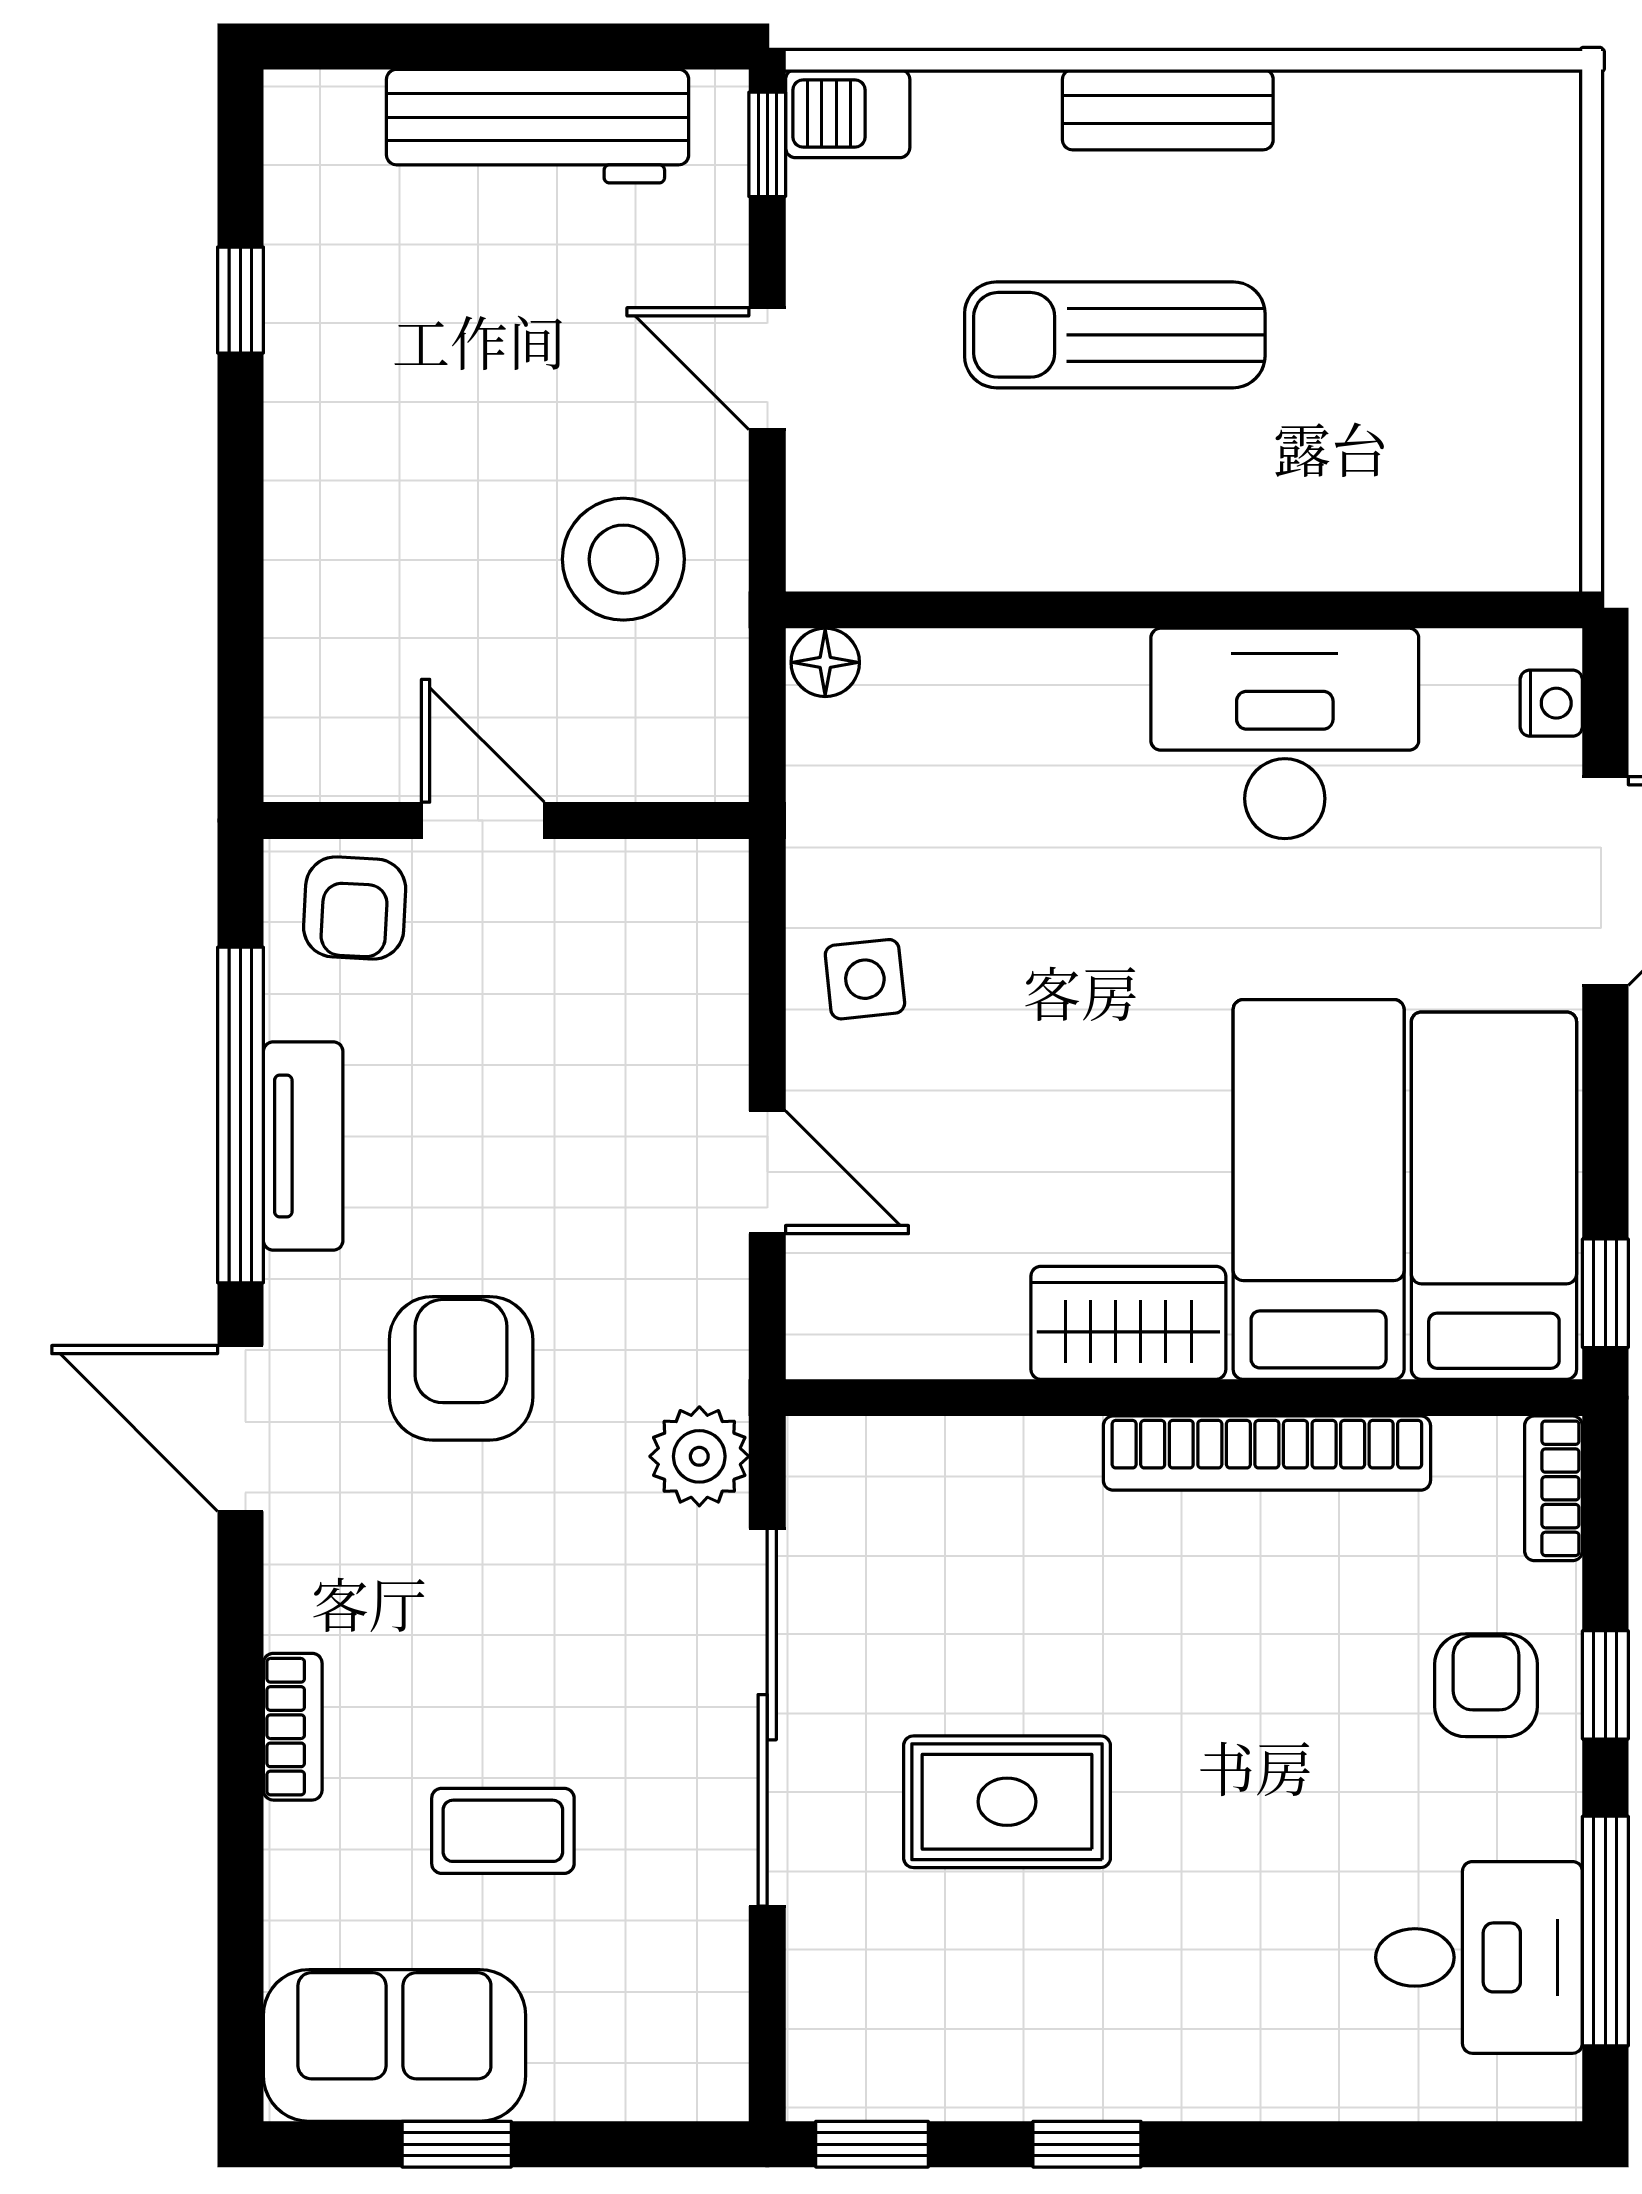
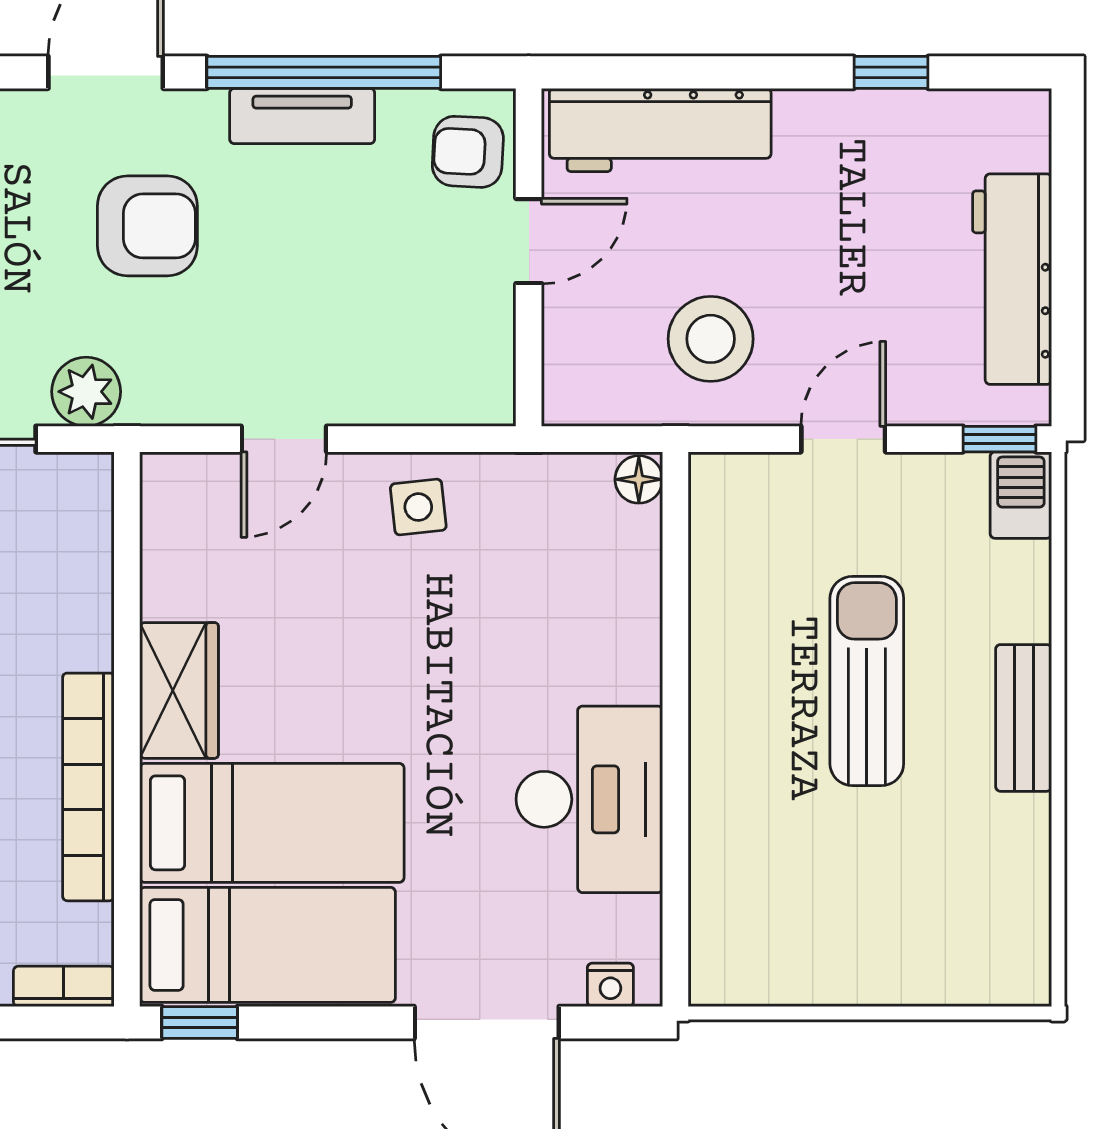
workbench: (323, 632) -> (660, 130), added

